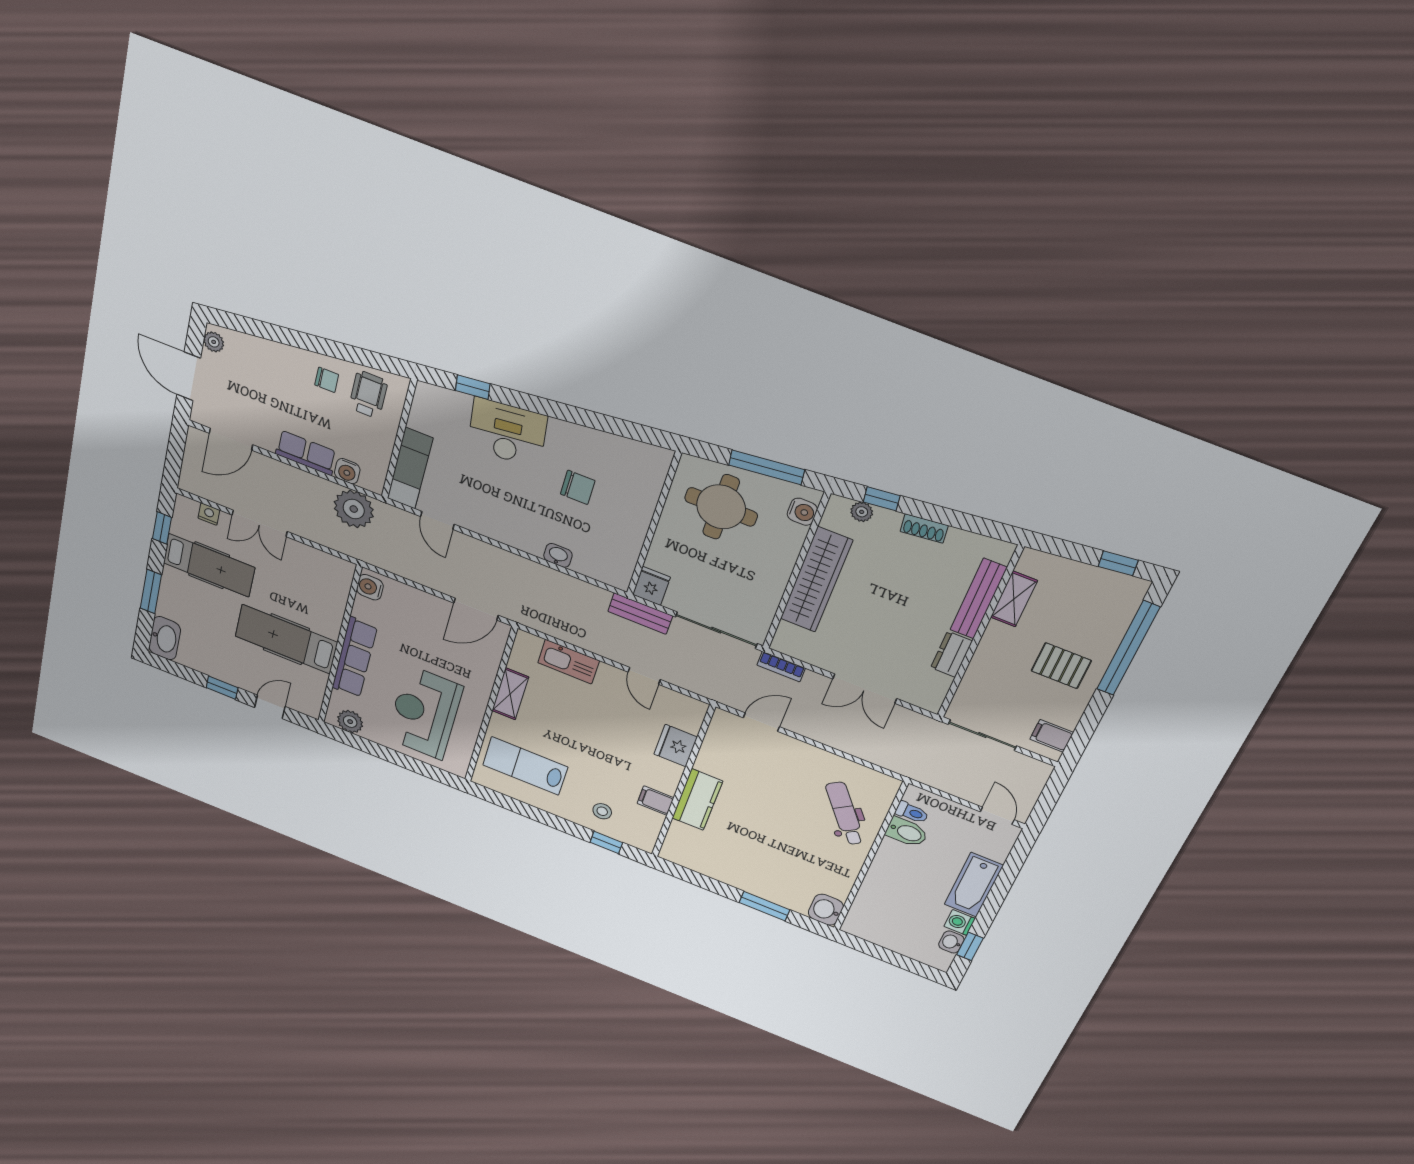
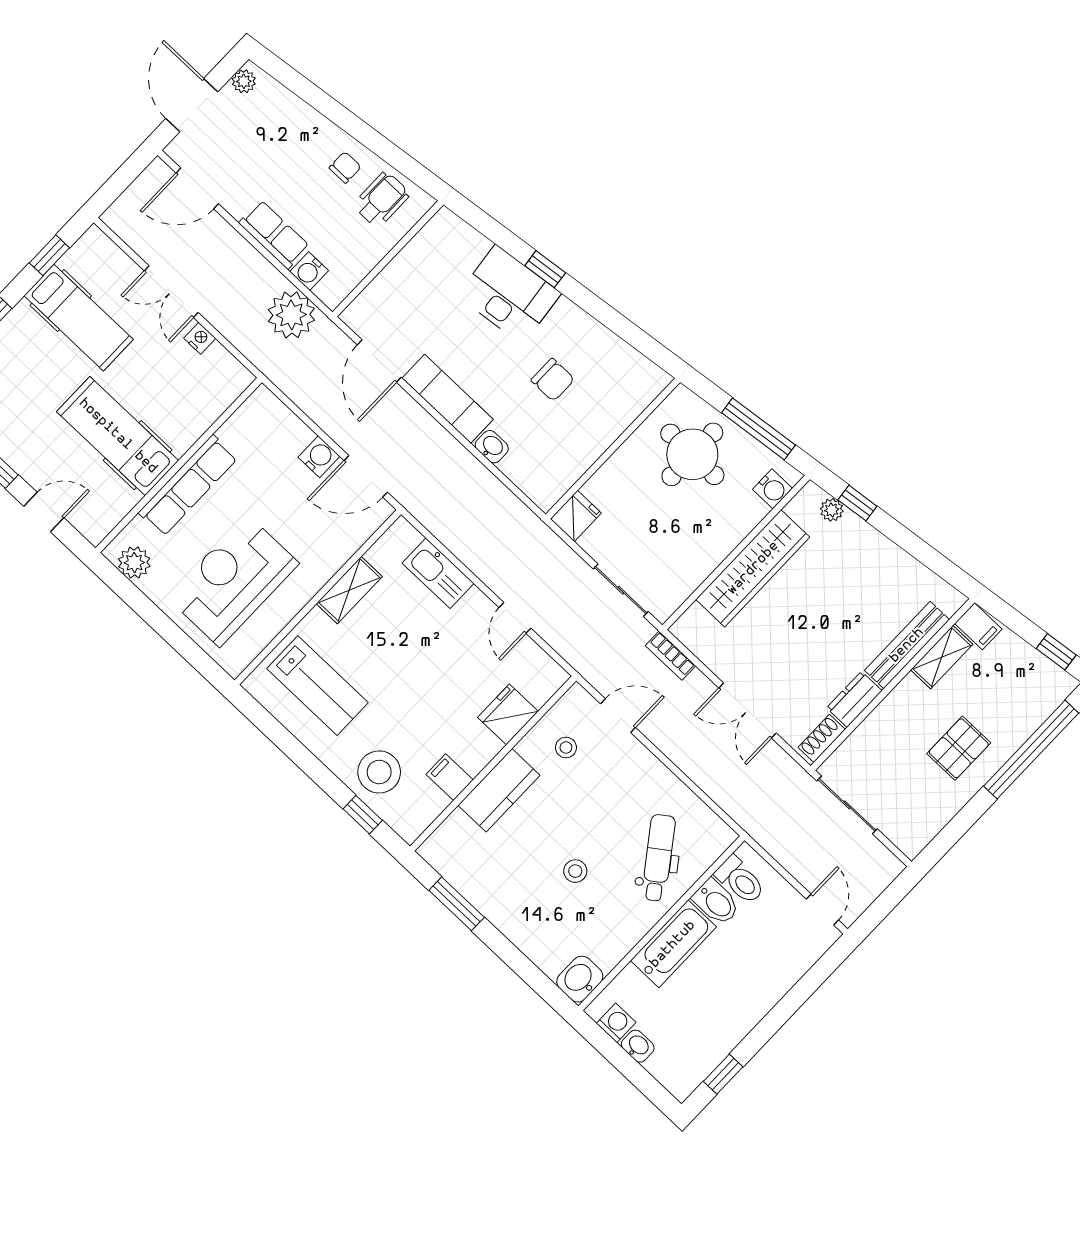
chair: (327, 380) -> (345, 167), turned -90
window: (473, 387) -> (545, 269), moved
exam couch: (410, 468) -> (448, 399), moved, turned -90
nightstand: (209, 514) -> (200, 338), moved
door: (437, 520) -> (379, 361), width x1.38
shoe rack: (924, 528) -> (822, 738), moved, turned 97
water cooler: (370, 587) -> (319, 457), moved, turned 90
bench: (640, 614) -> (548, 543), removed
sliding door: (716, 630) -> (621, 590), width x0.73
pallet: (1061, 666) -> (959, 748), turned 90
filing cabinet: (1052, 736) -> (978, 626), moved, turned 180
stool: (733, 756) -> (566, 747), added
lab bench: (525, 766) -> (318, 686), turned 180
stool: (602, 811) -> (379, 772), width x1.89, depth x1.89
toilet: (912, 812) -> (740, 880), width x1.37, depth x1.39
stool: (785, 839) -> (575, 871), added
bathtub: (974, 885) -> (673, 944), moved, turned 180
window: (764, 906) -> (457, 904), moved
washing machine: (960, 922) -> (616, 1023), moved, turned 90
washbasin: (951, 942) -> (638, 1046), moved, turned 90

